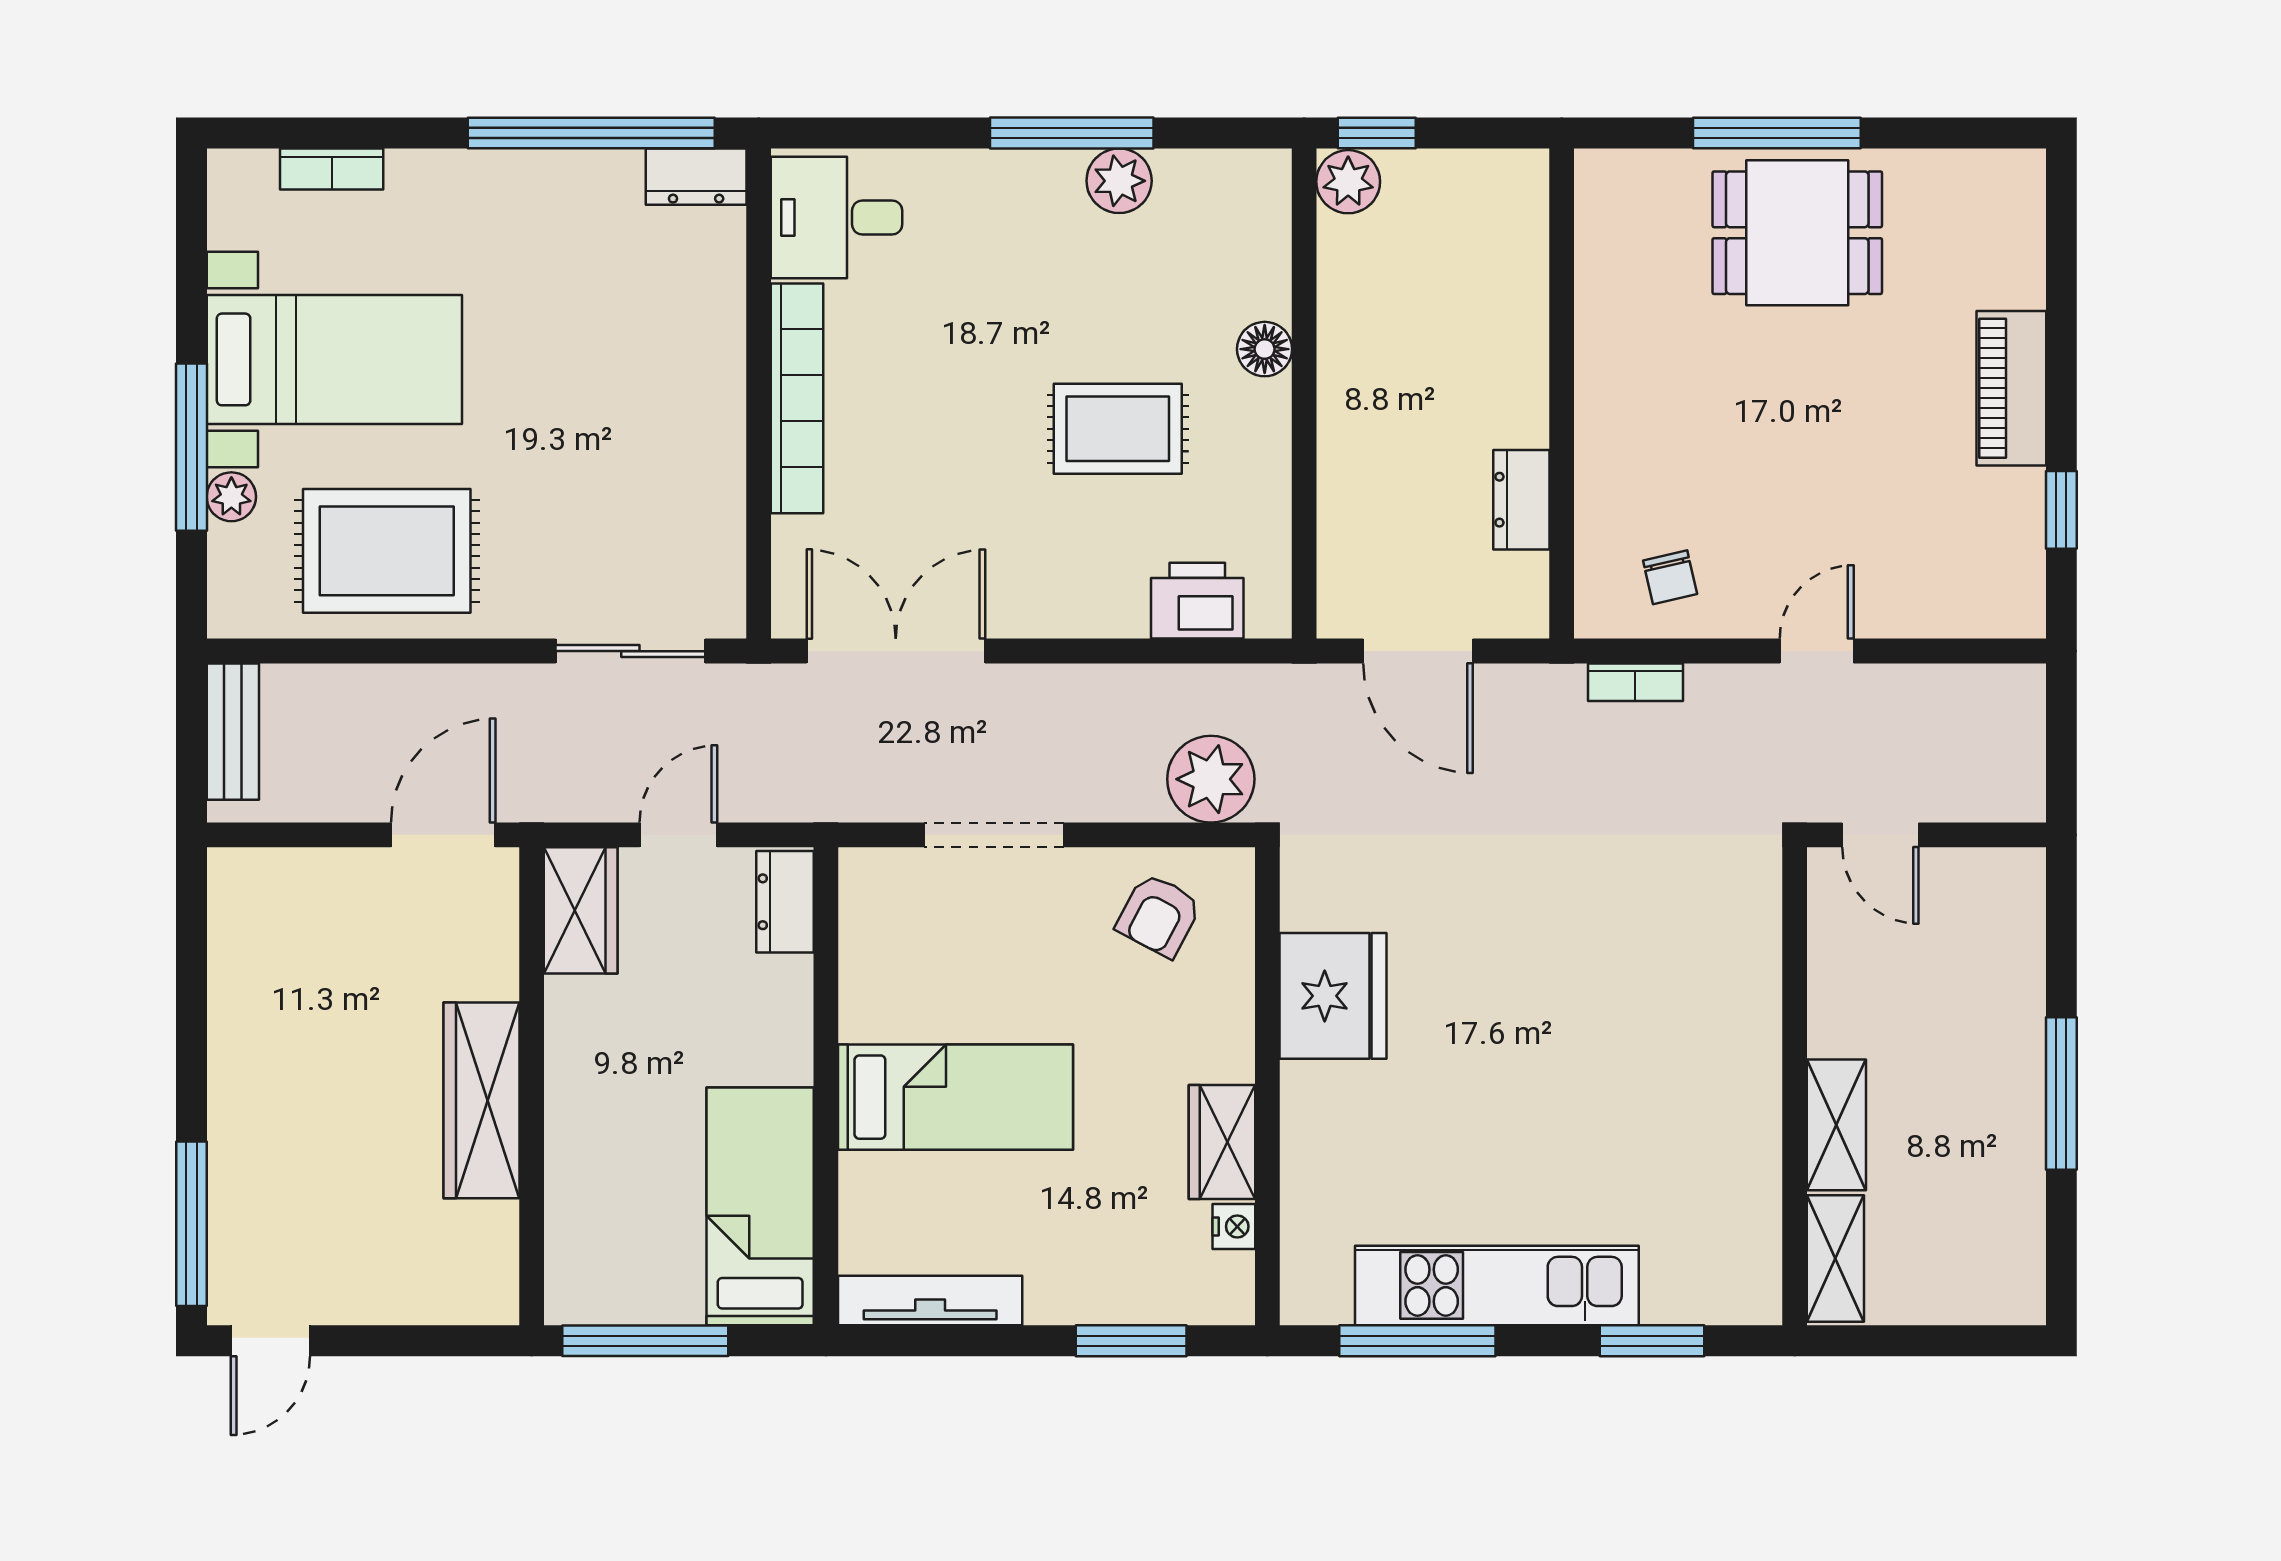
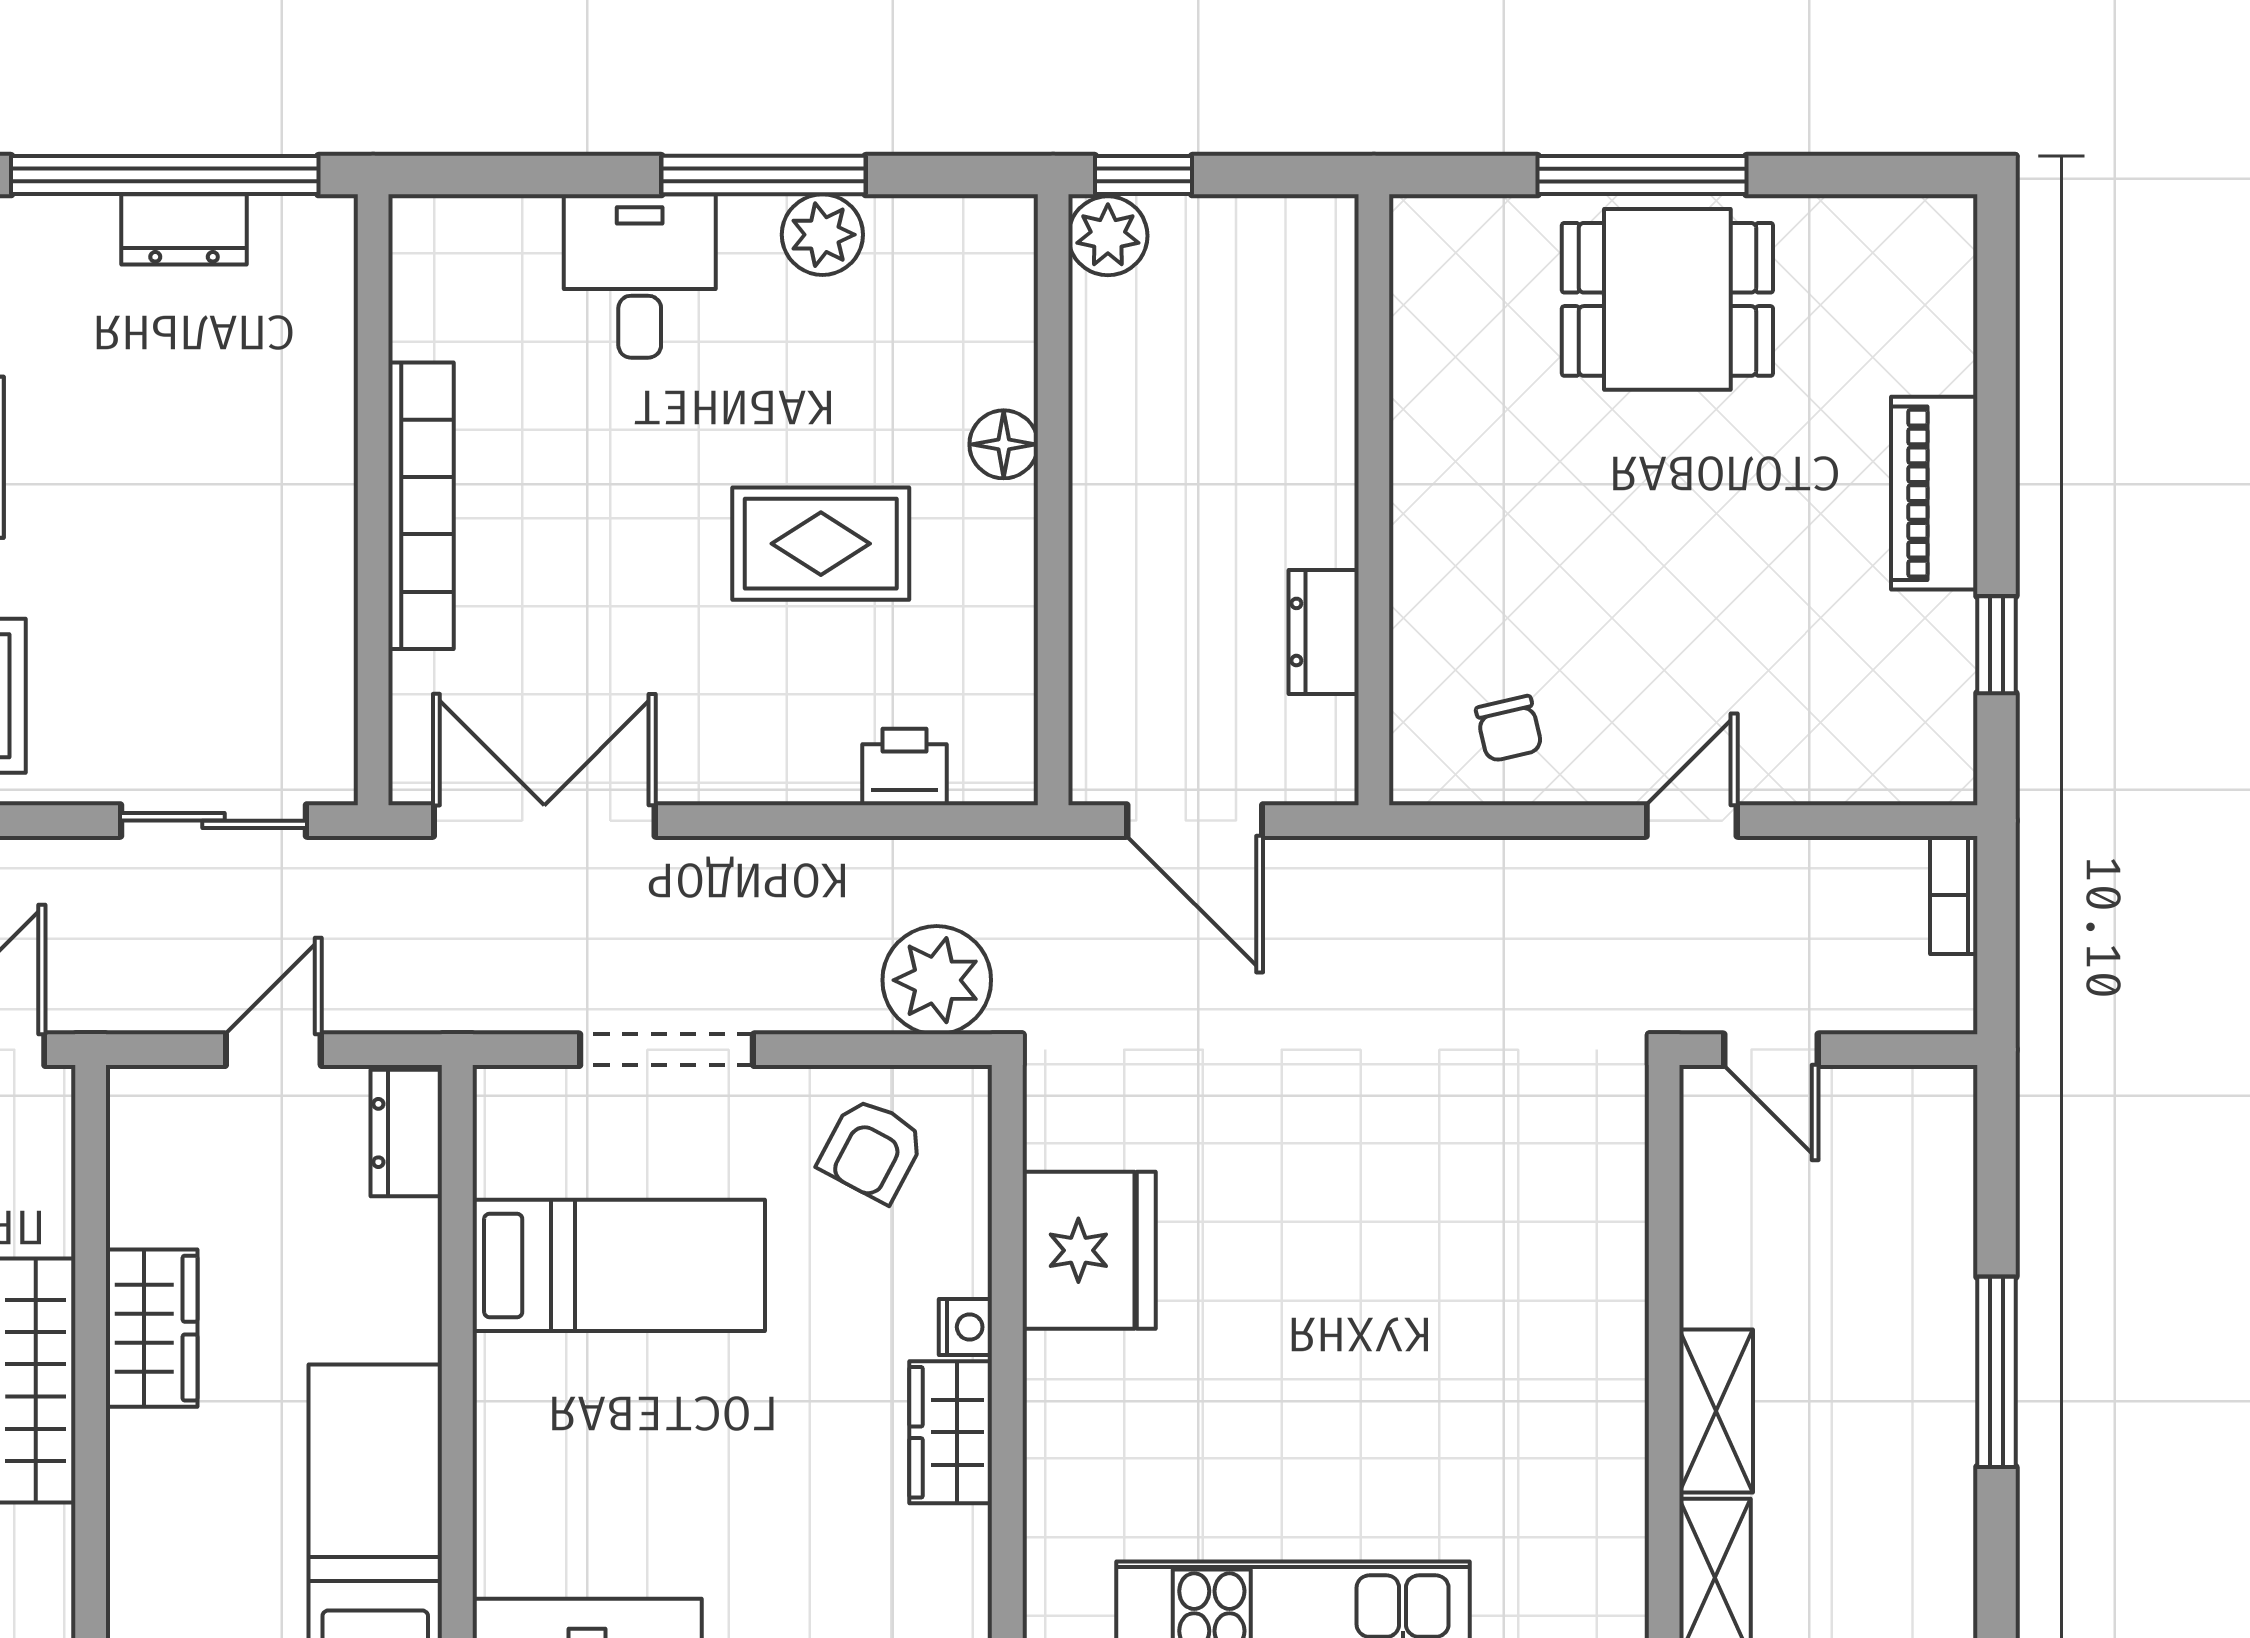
dresser: (696, 177) -> (184, 229), moved
desk: (836, 218) -> (640, 276), moved, turned 90
printer: (1197, 601) -> (905, 767), width x0.73, depth x0.81
bookcase: (1635, 682) -> (1954, 895), moved, turned 90
wardrobe: (581, 910) -> (152, 1328), moved
bed: (956, 1097) -> (619, 1265), moved
nightstand: (1234, 1226) -> (965, 1327), moved

